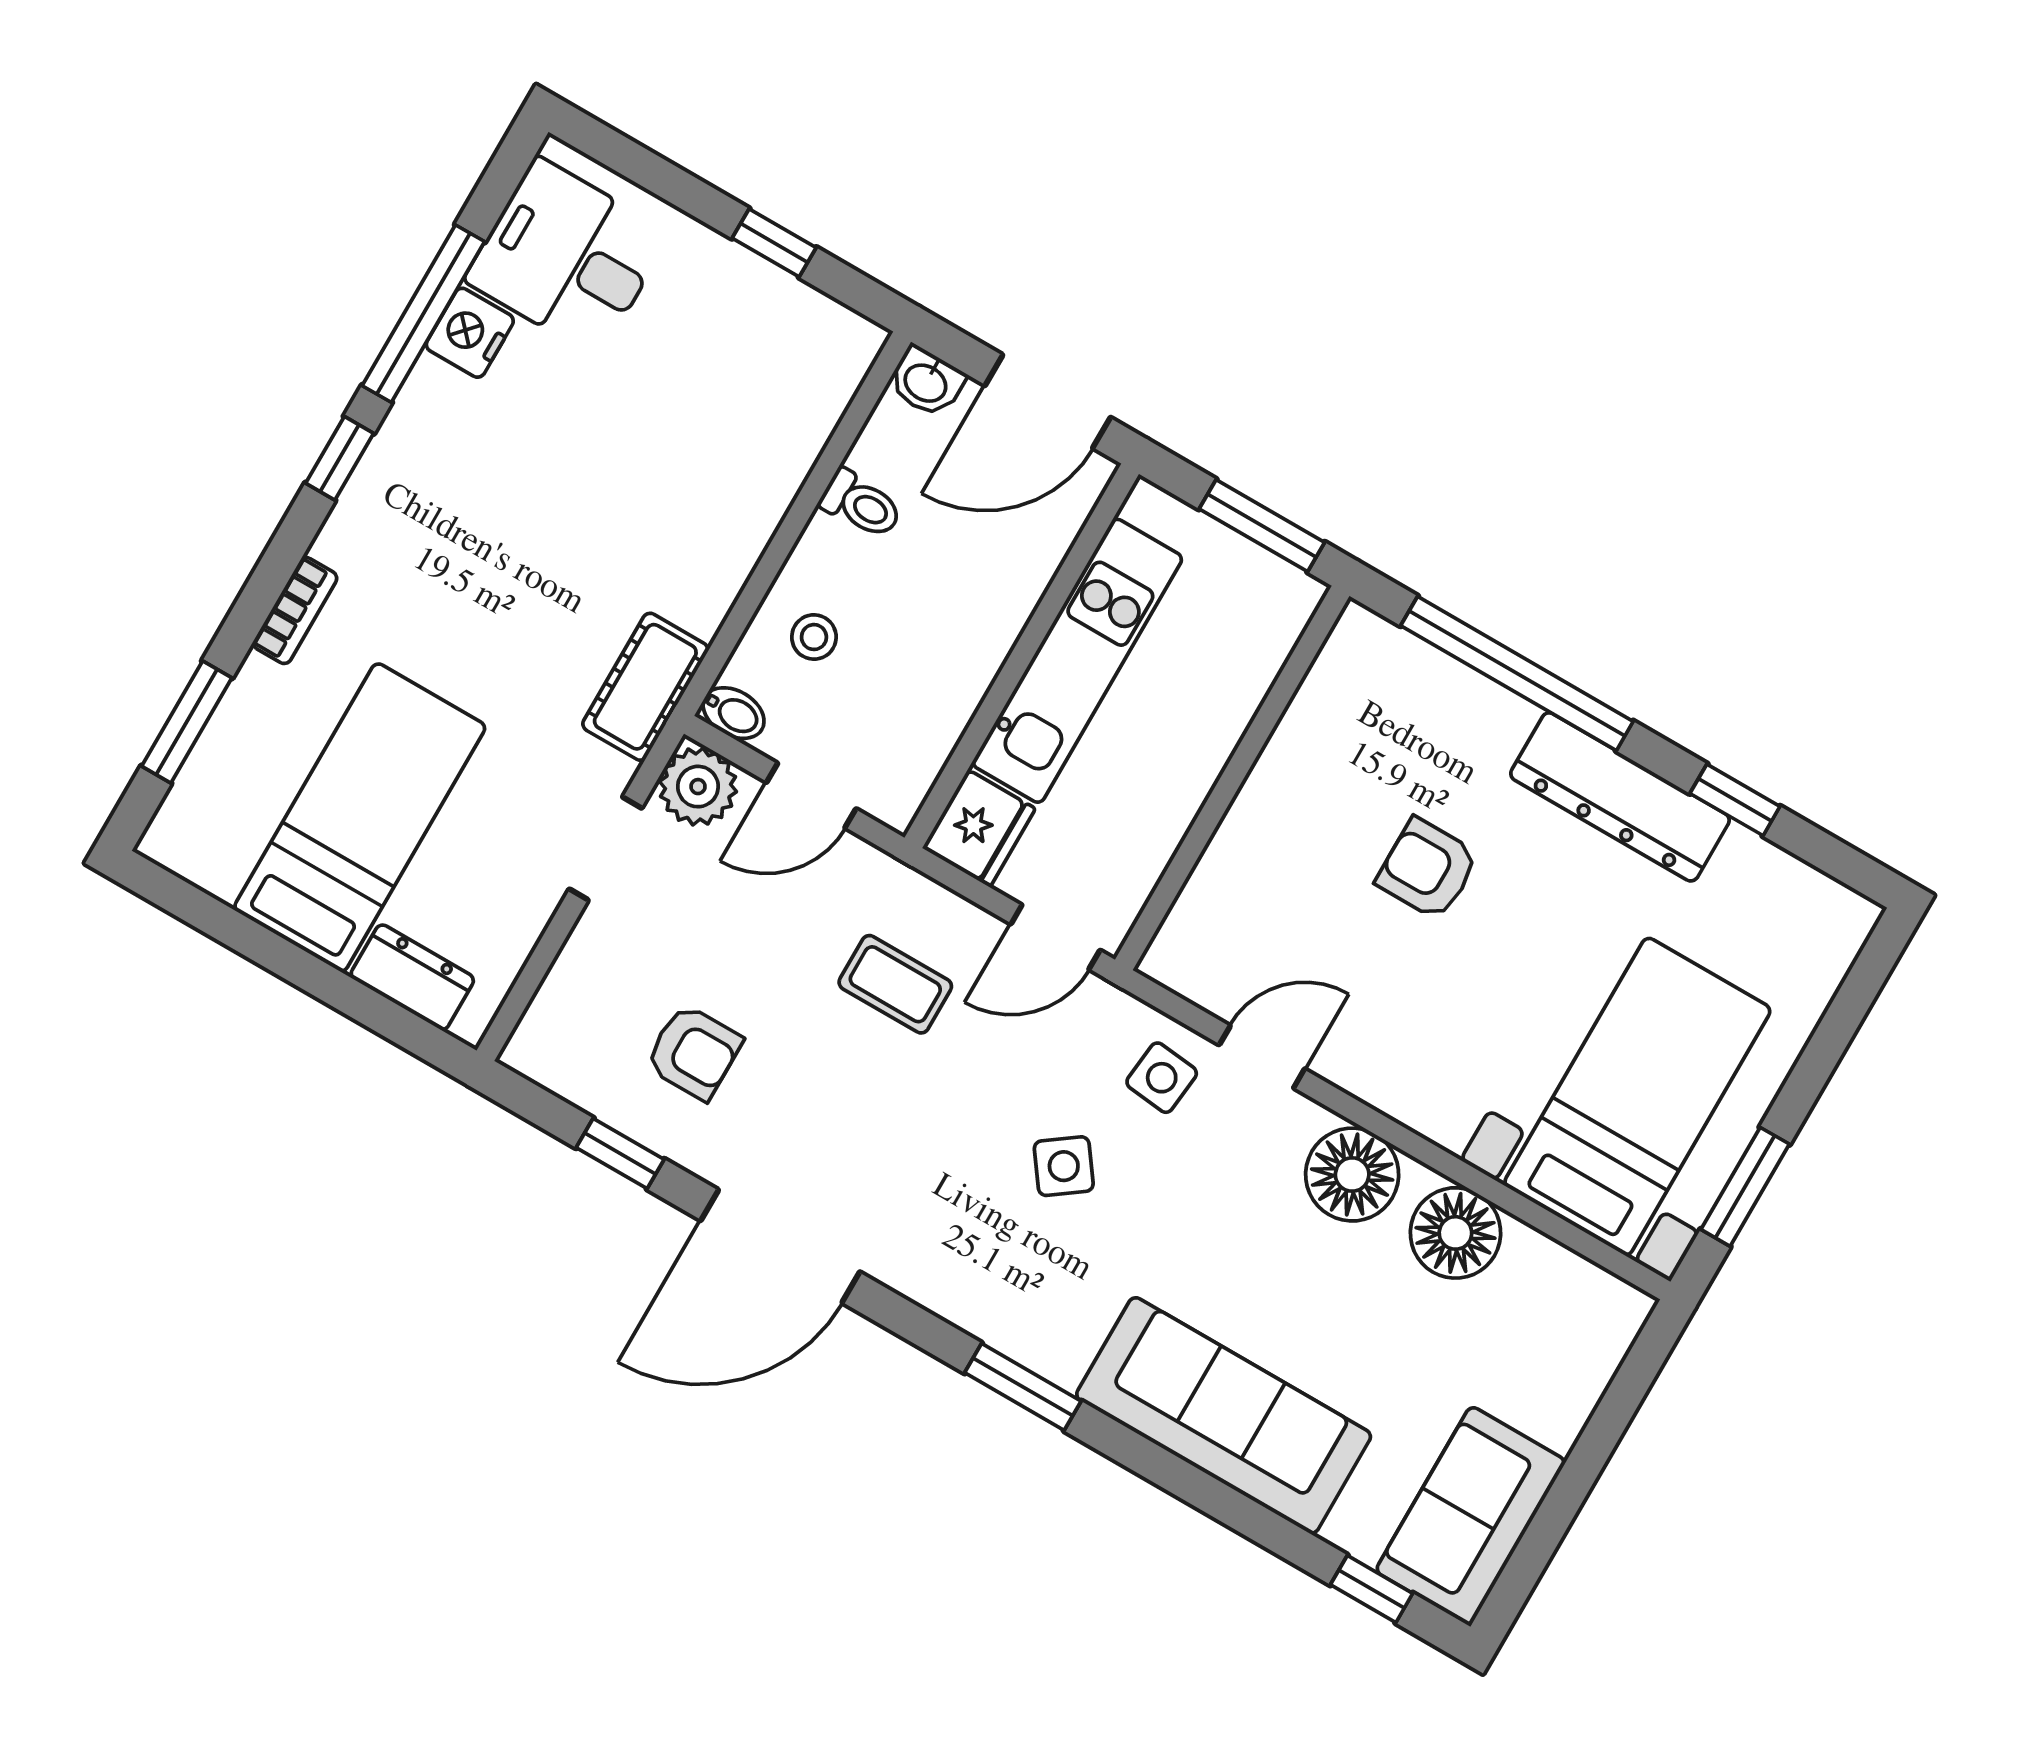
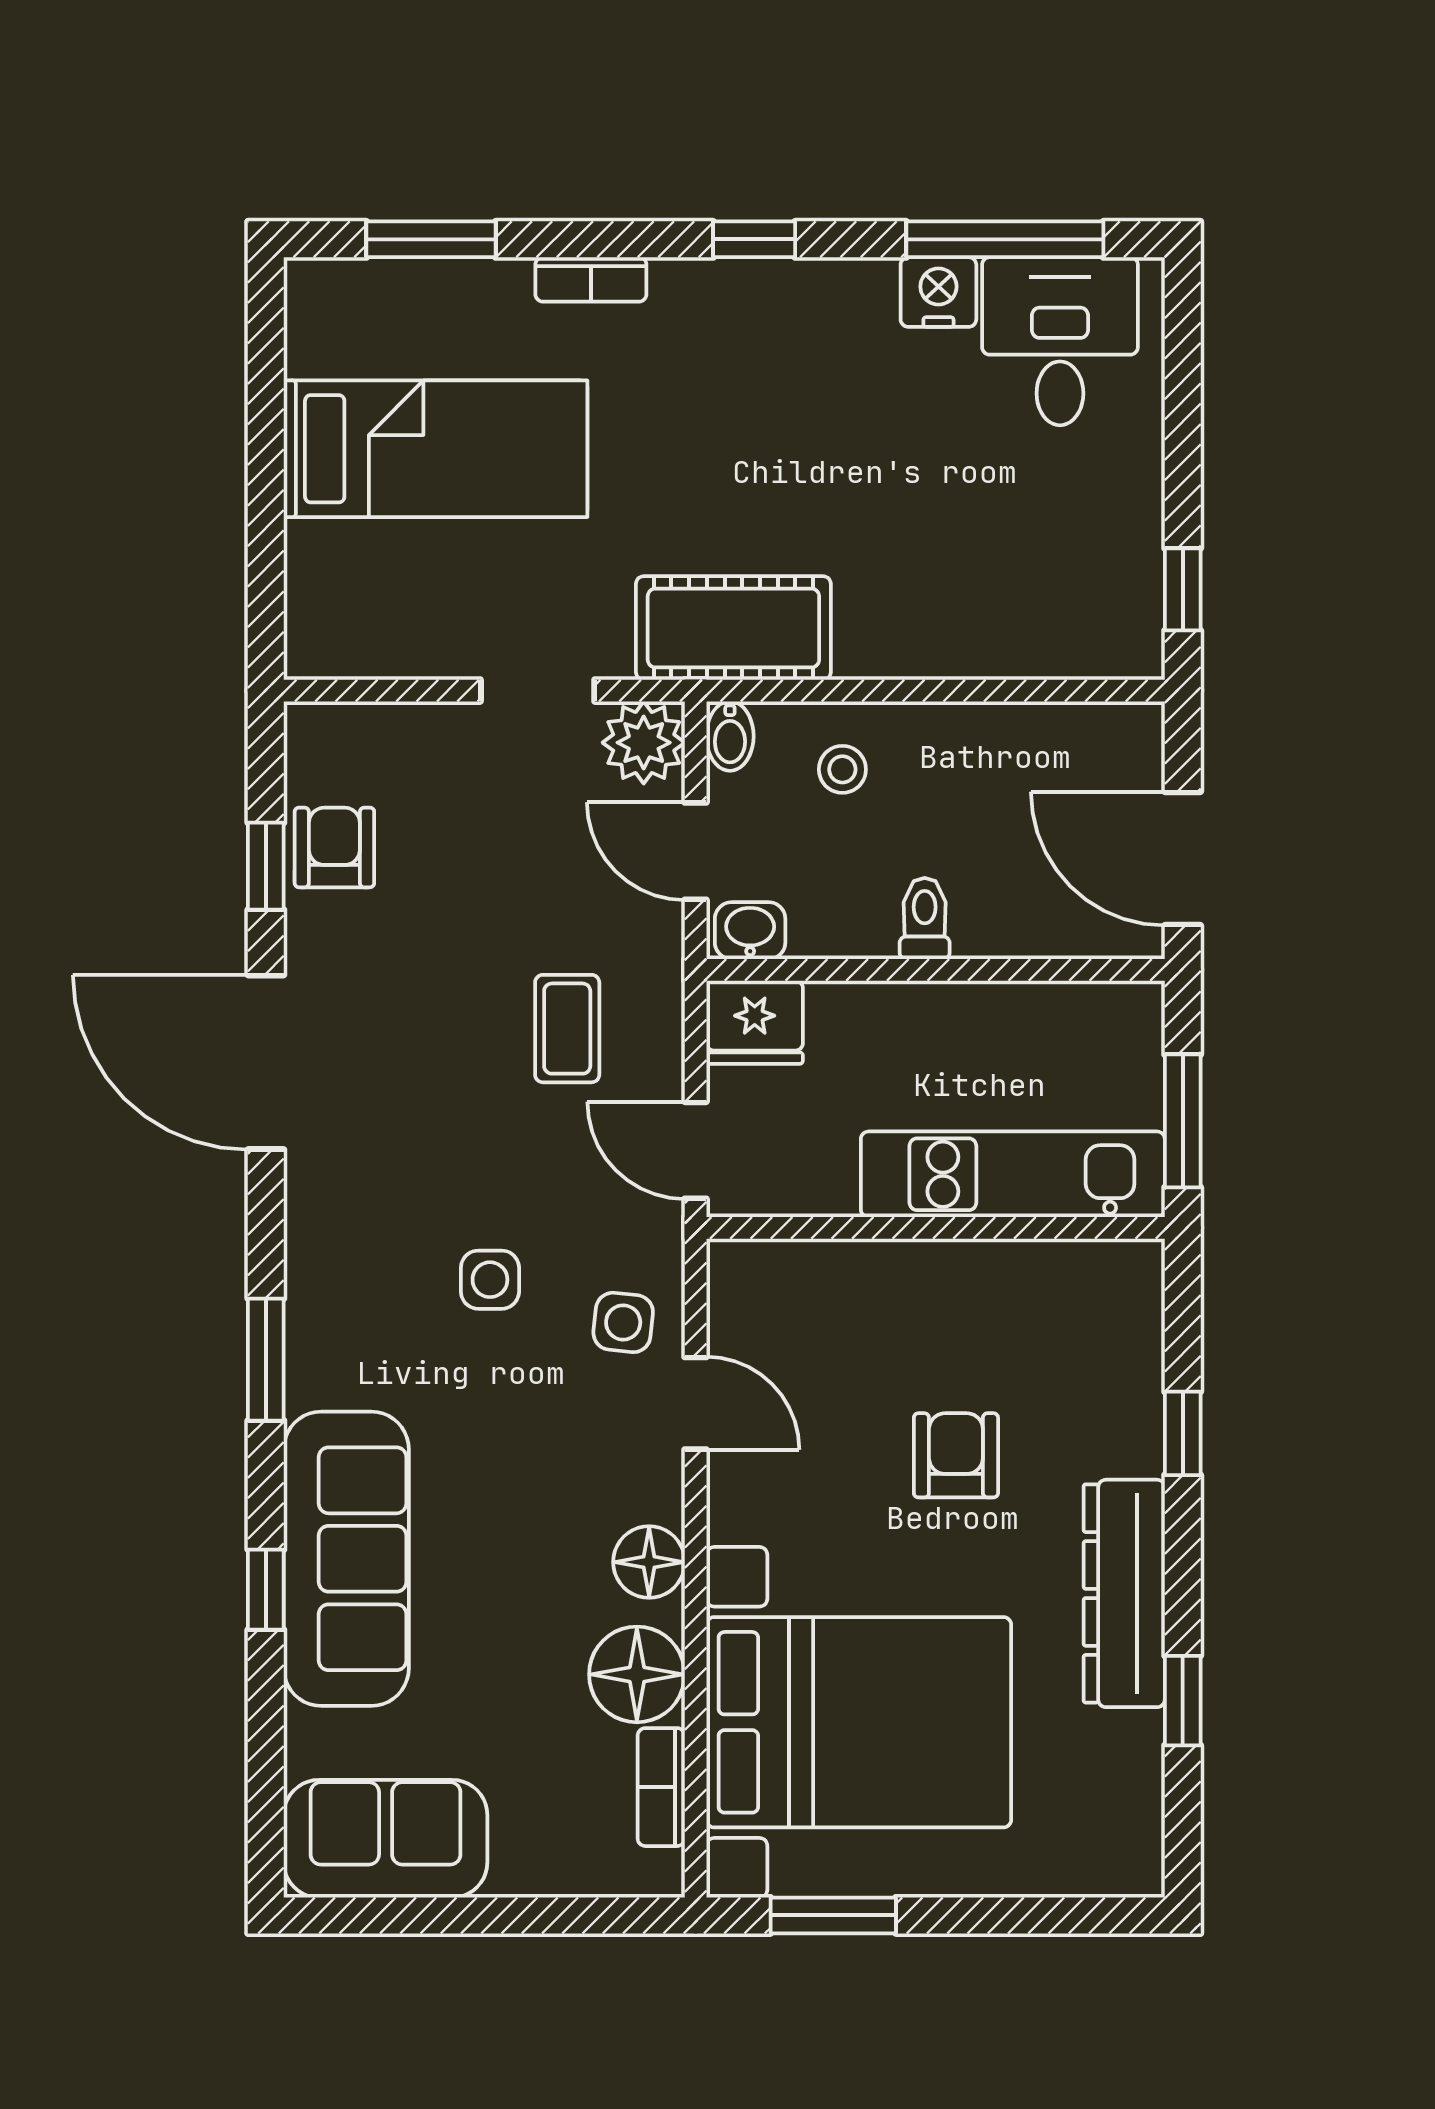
window: (774, 243) -> (1183, 589), moved
window: (423, 314) -> (1005, 239), moved
washbasin: (926, 382) -> (750, 931), moved, turned 90
toilet: (861, 504) -> (925, 919), moved, turned 180
kitchen unit: (1077, 661) -> (1013, 1174), moved, turned 180
window: (1517, 673) -> (1183, 1433), width x0.32
cot: (645, 687) -> (733, 628), width x1.37, depth x1.34
dresser: (412, 977) -> (317, 582), removed
armchair: (694, 1052) -> (334, 847), moved, turned 180
bed with nightstands: (1637, 1097) -> (859, 1722), width x1.36
side table: (1064, 1166) -> (490, 1280), turned 36
floor lamp: (1352, 1175) -> (649, 1562), width x0.73, depth x0.73
bookcase: (1559, 1266) -> (661, 1787), added
window: (1372, 1589) -> (266, 1590), moved

